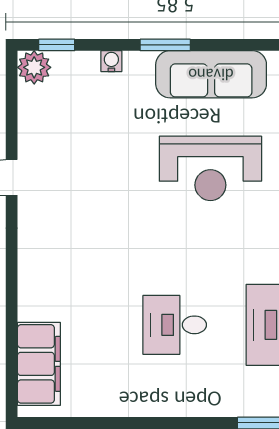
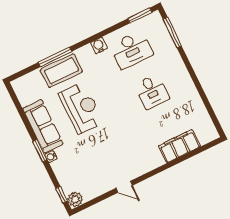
water cooler: (111, 61) -> (51, 157), moved
filing cabinet: (39, 364) -> (179, 146), moved

